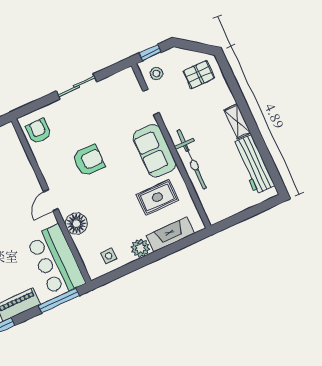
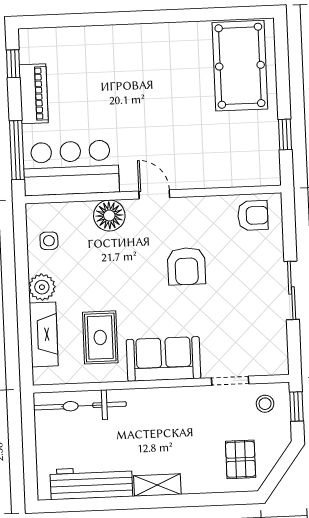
bicycle: (192, 159) -> (80, 406), moved

